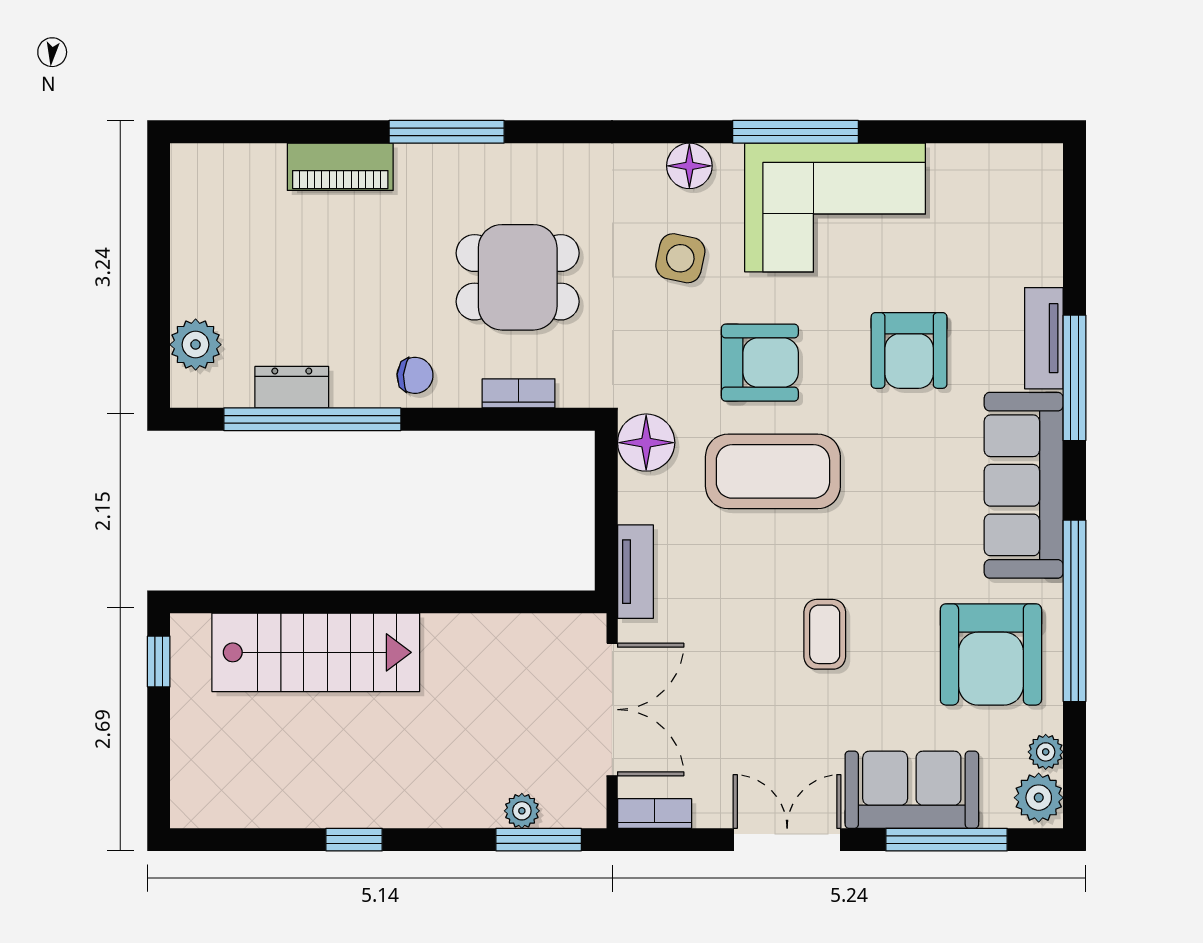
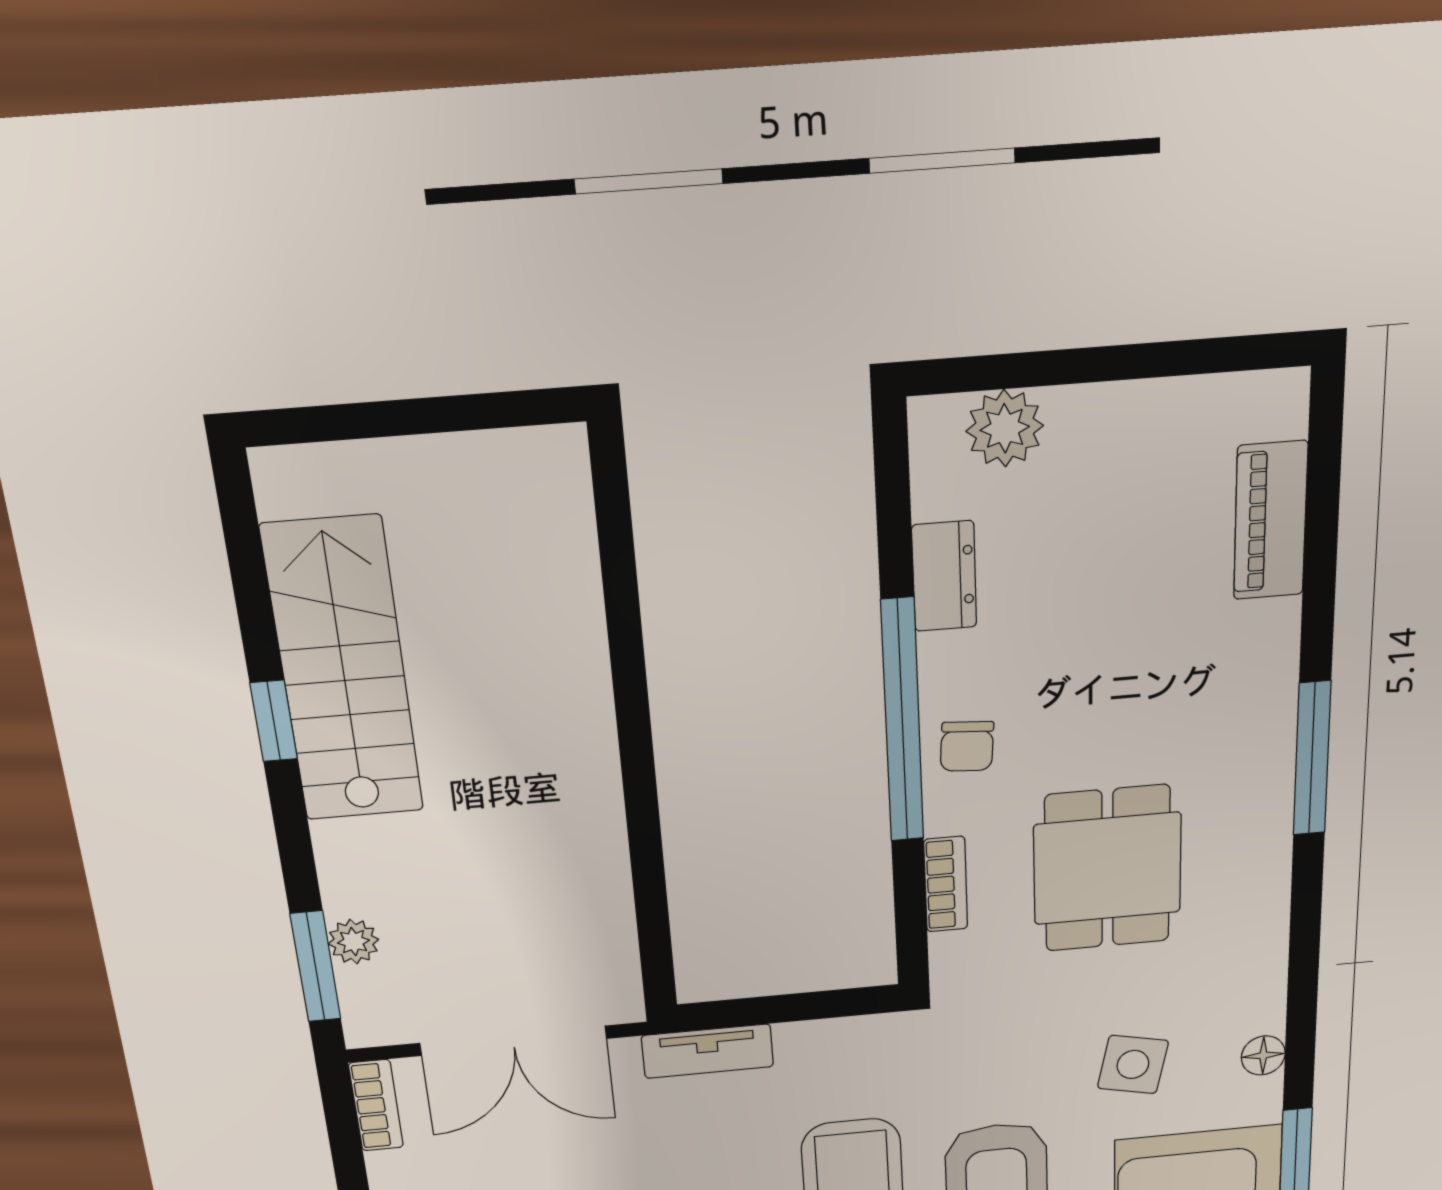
floor lamp: (689, 166) -> (1263, 1055), width x0.73, depth x0.73
piano: (340, 167) -> (1271, 521), moved
window: (312, 419) -> (902, 721), moved
floor lamp: (646, 443) -> (885, 1047), removed
stairs: (316, 652) -> (343, 671), moved, turned 180
window: (159, 662) -> (508, 409), removed

